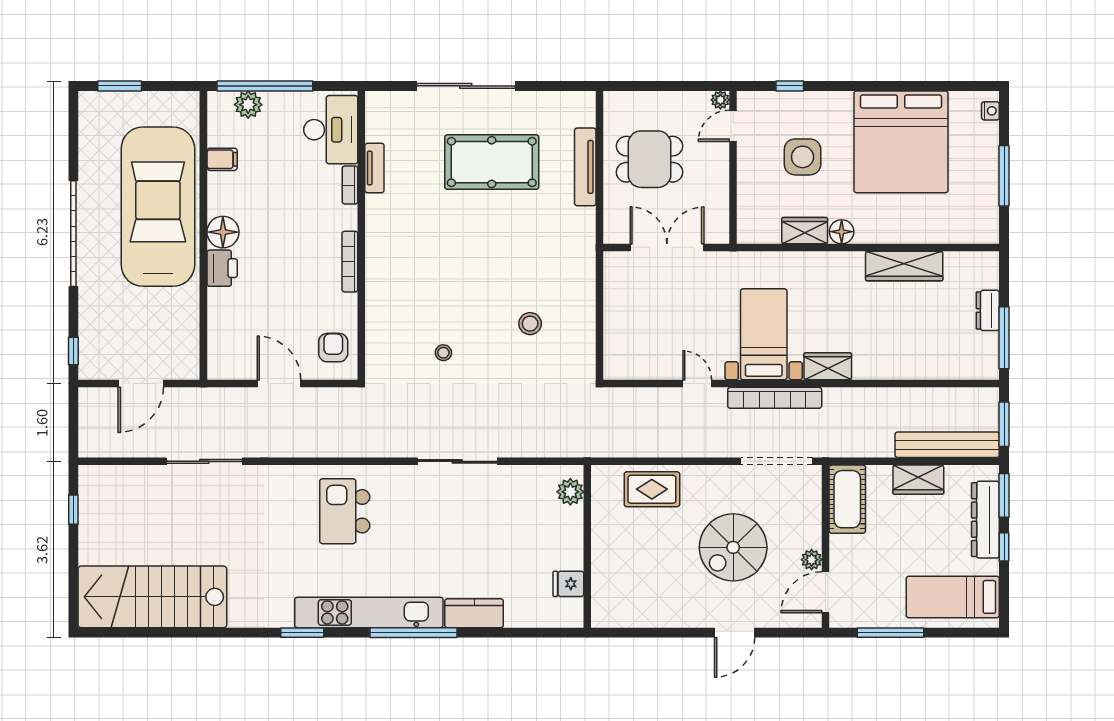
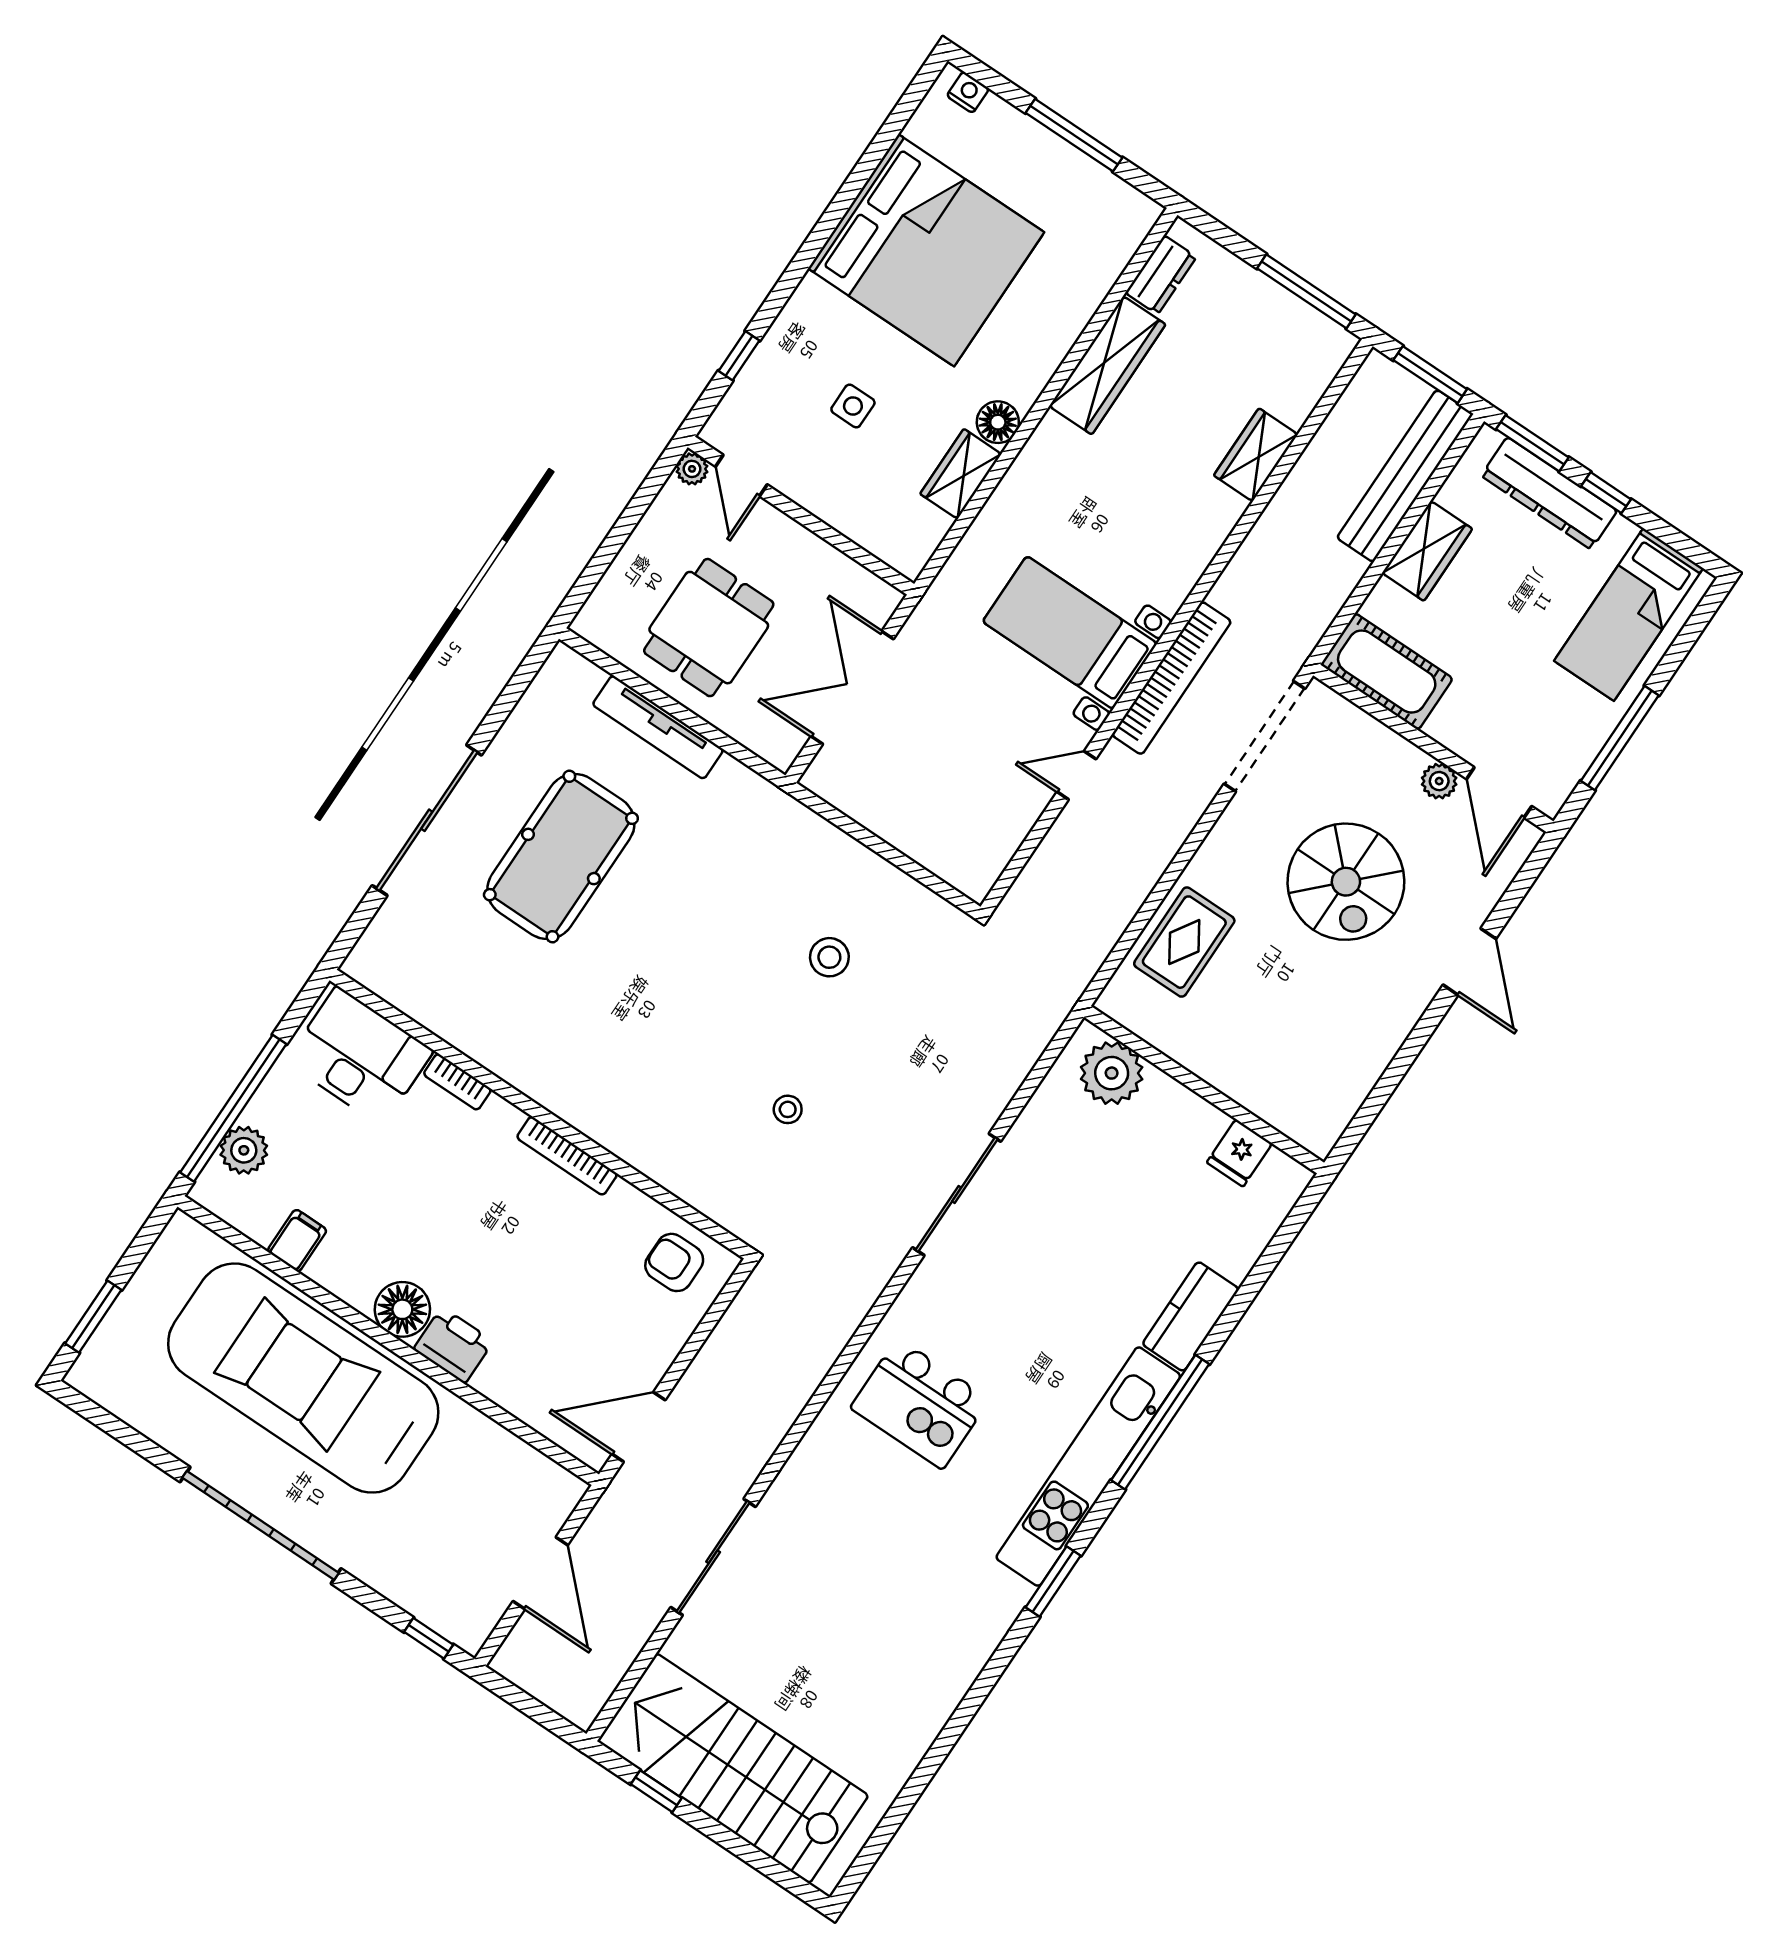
side table: (803, 157) -> (853, 406), width x0.54, depth x0.54
tv unit: (374, 168) -> (456, 1030), removed
dresser: (988, 310) -> (1161, 275), moved, turned -90
wardrobe: (828, 366) -> (1256, 455), moved
door: (279, 384) -> (639, 1427), moved
plant: (570, 492) -> (1112, 1073), width x1.36, depth x1.36
stairs: (152, 597) -> (733, 1768), moved, turned 90

